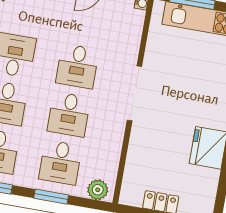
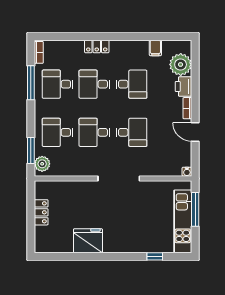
desk: (77, 66) -> (131, 132), turned 180
window: (51, 197) -> (31, 150), moved

